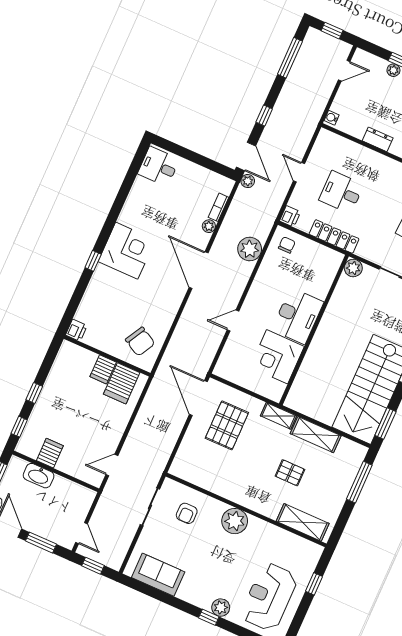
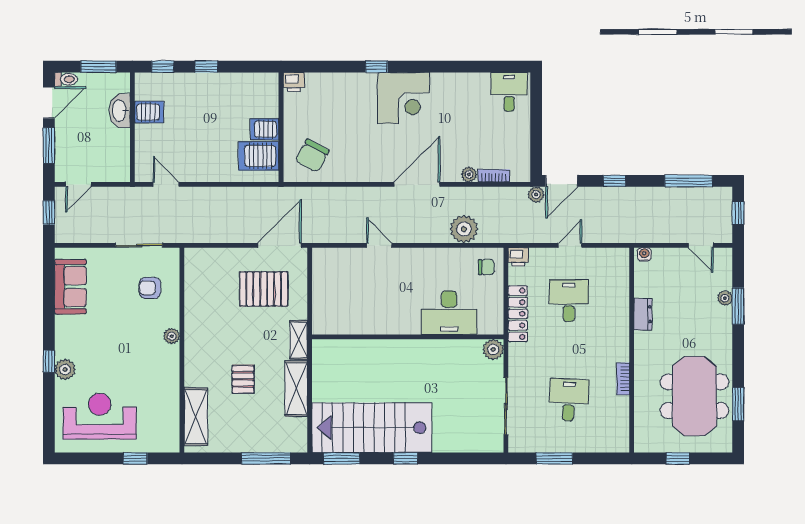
desk: (298, 316) -> (449, 313), moved
corner desk: (277, 357) -> (361, 310), removed
plant: (235, 521) -> (172, 336), width x0.53, depth x0.53

